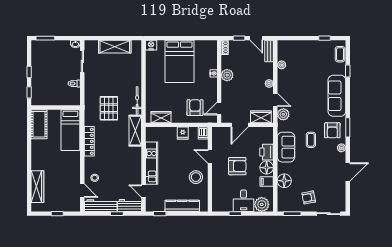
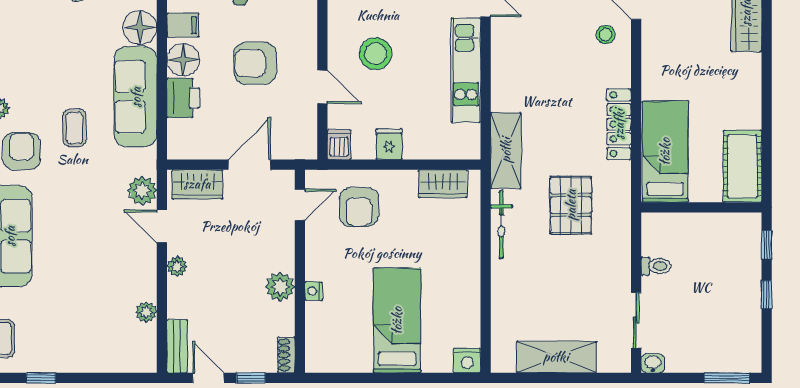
bed: (180, 61) -> (397, 321), width x0.67
sofa: (286, 147) -> (136, 97), width x1.36
stool: (196, 177) -> (375, 54), moved

